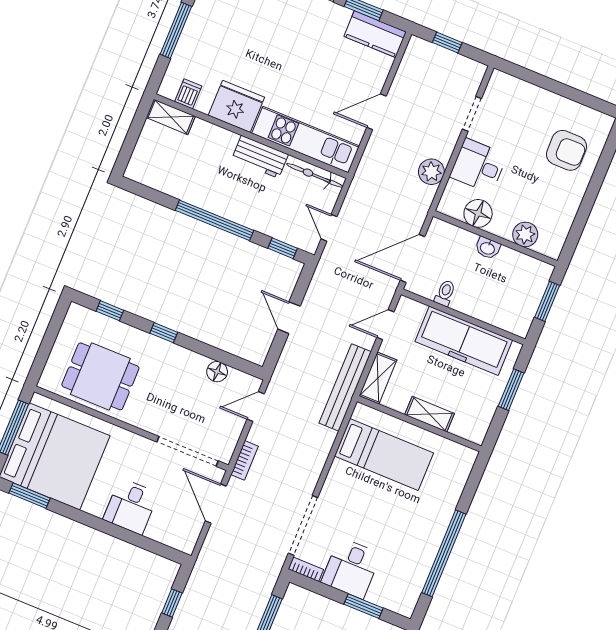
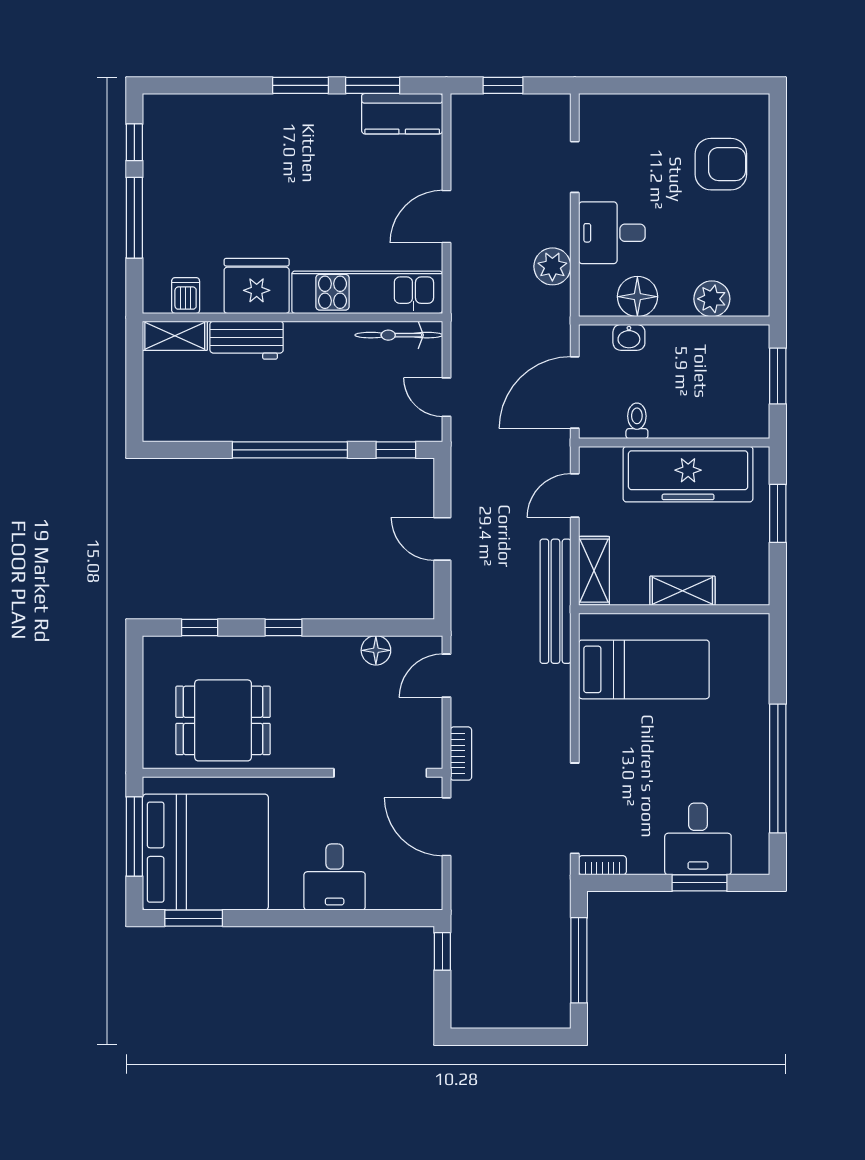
workbench: (260, 157) -> (247, 340), moved
washbasin: (488, 248) -> (629, 337), moved
desk: (351, 568) -> (698, 839), moved
window: (172, 603) -> (442, 951), moved

